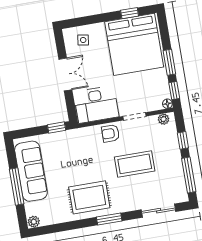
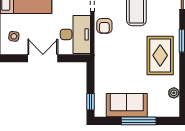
window: (57, 128) -> (90, 102), moved
sofa: (31, 171) -> (127, 105), width x0.73
plant: (34, 222) -> (174, 93), moved

